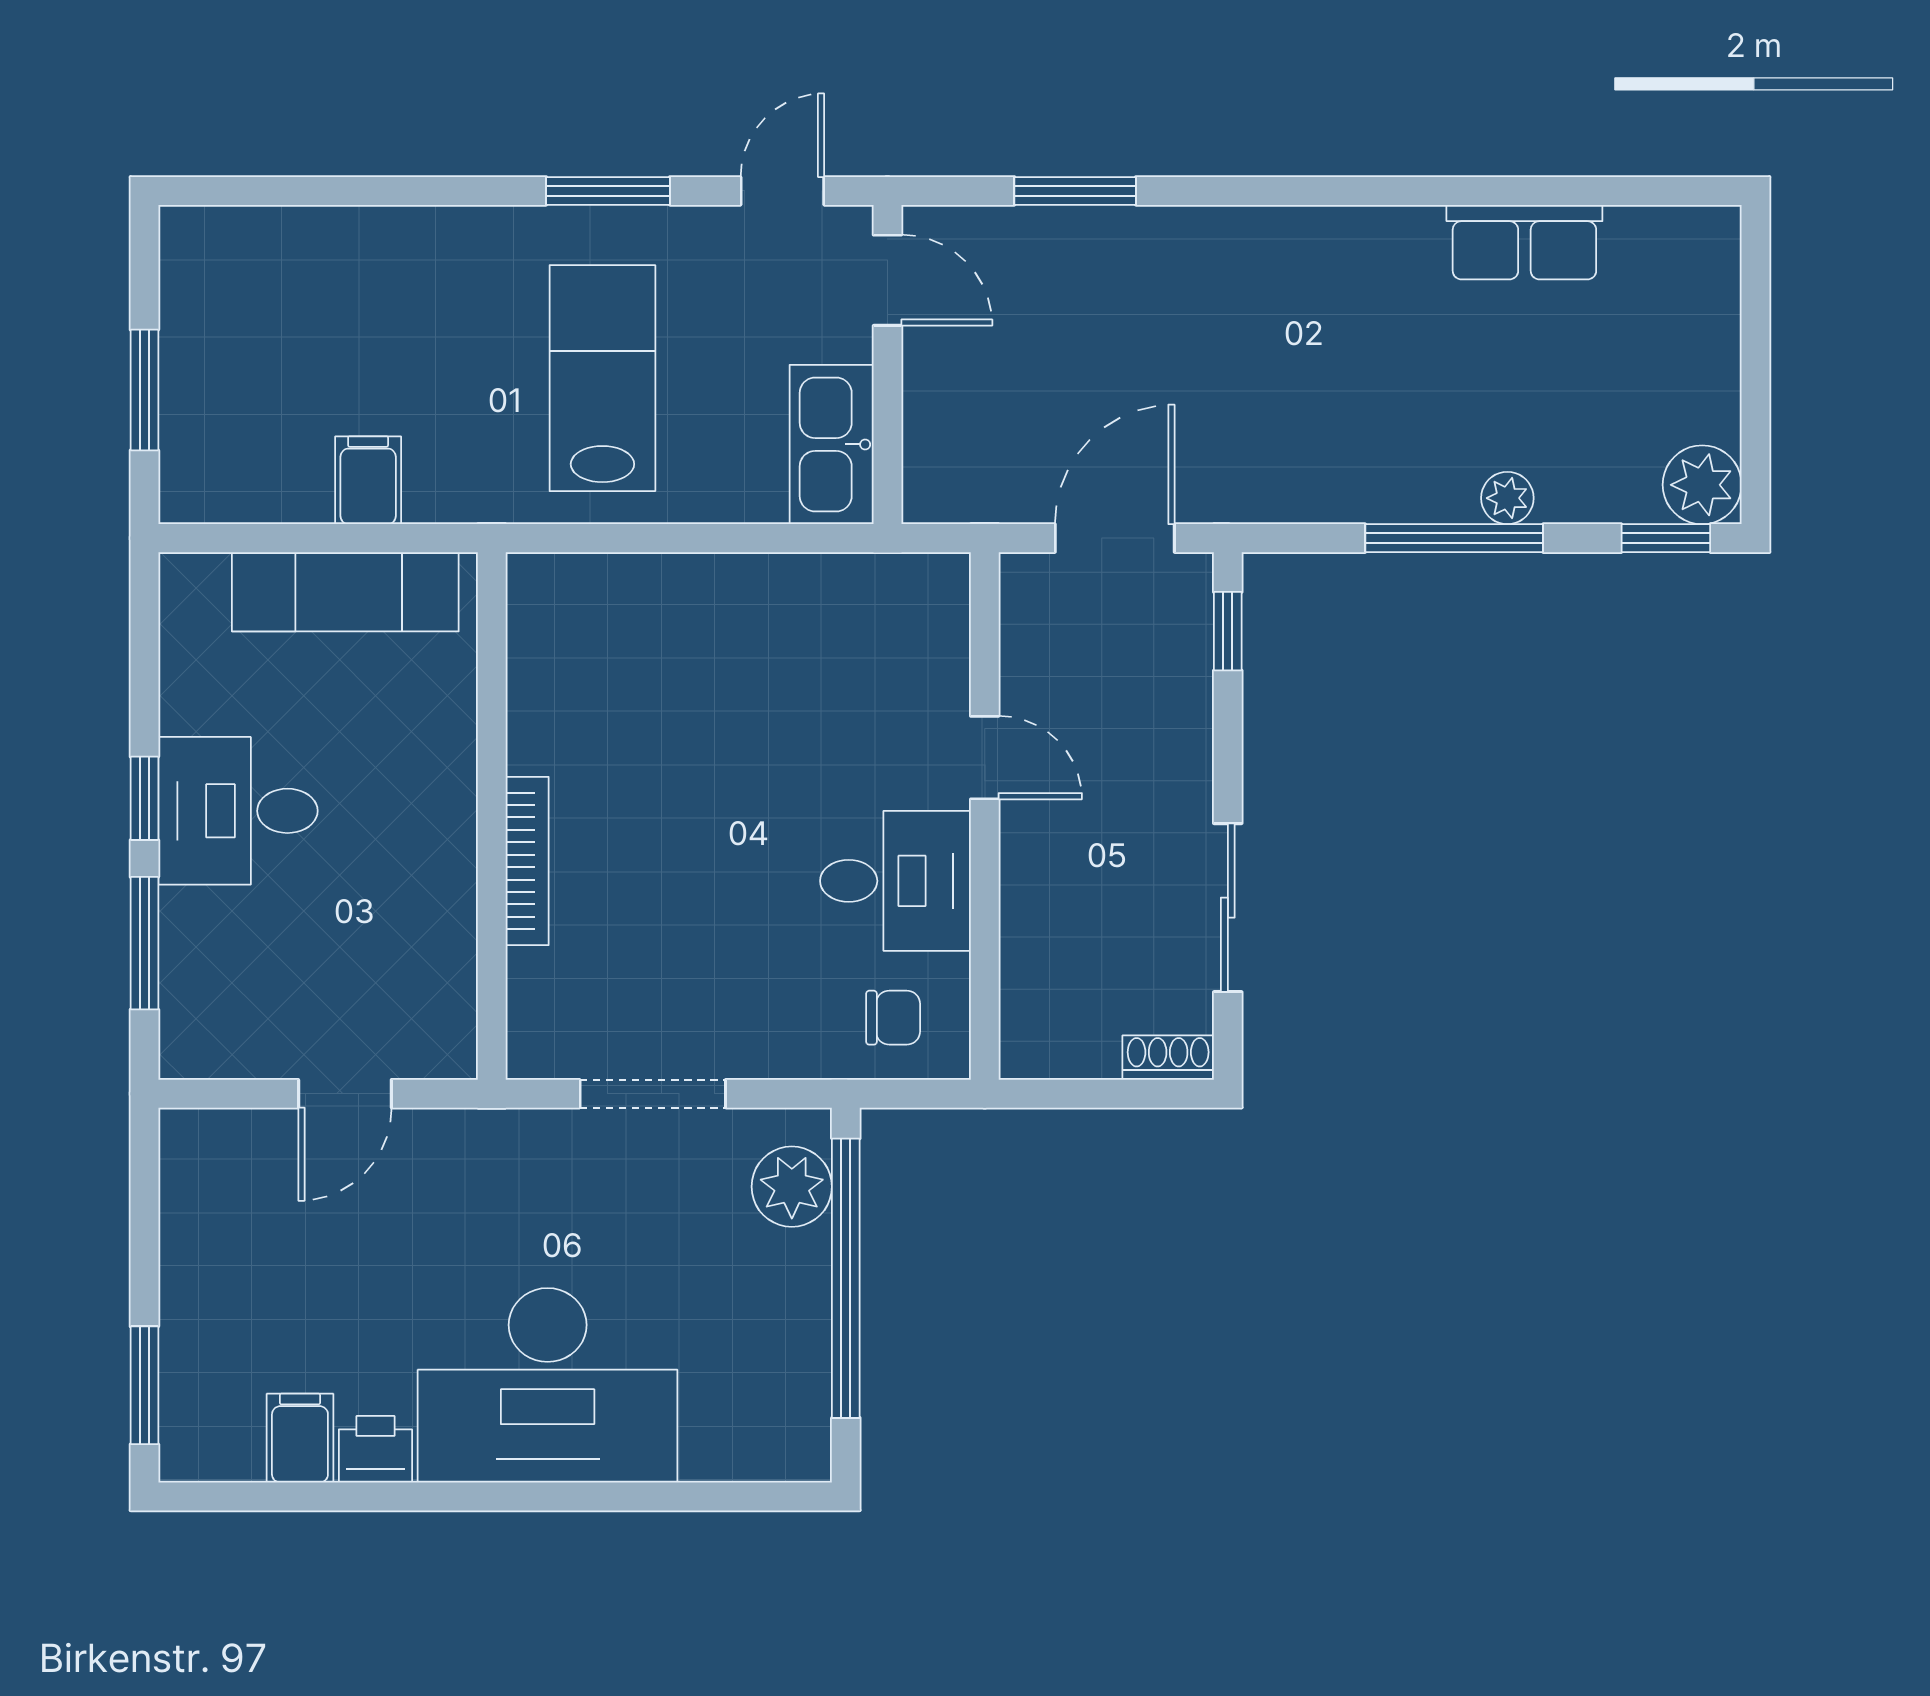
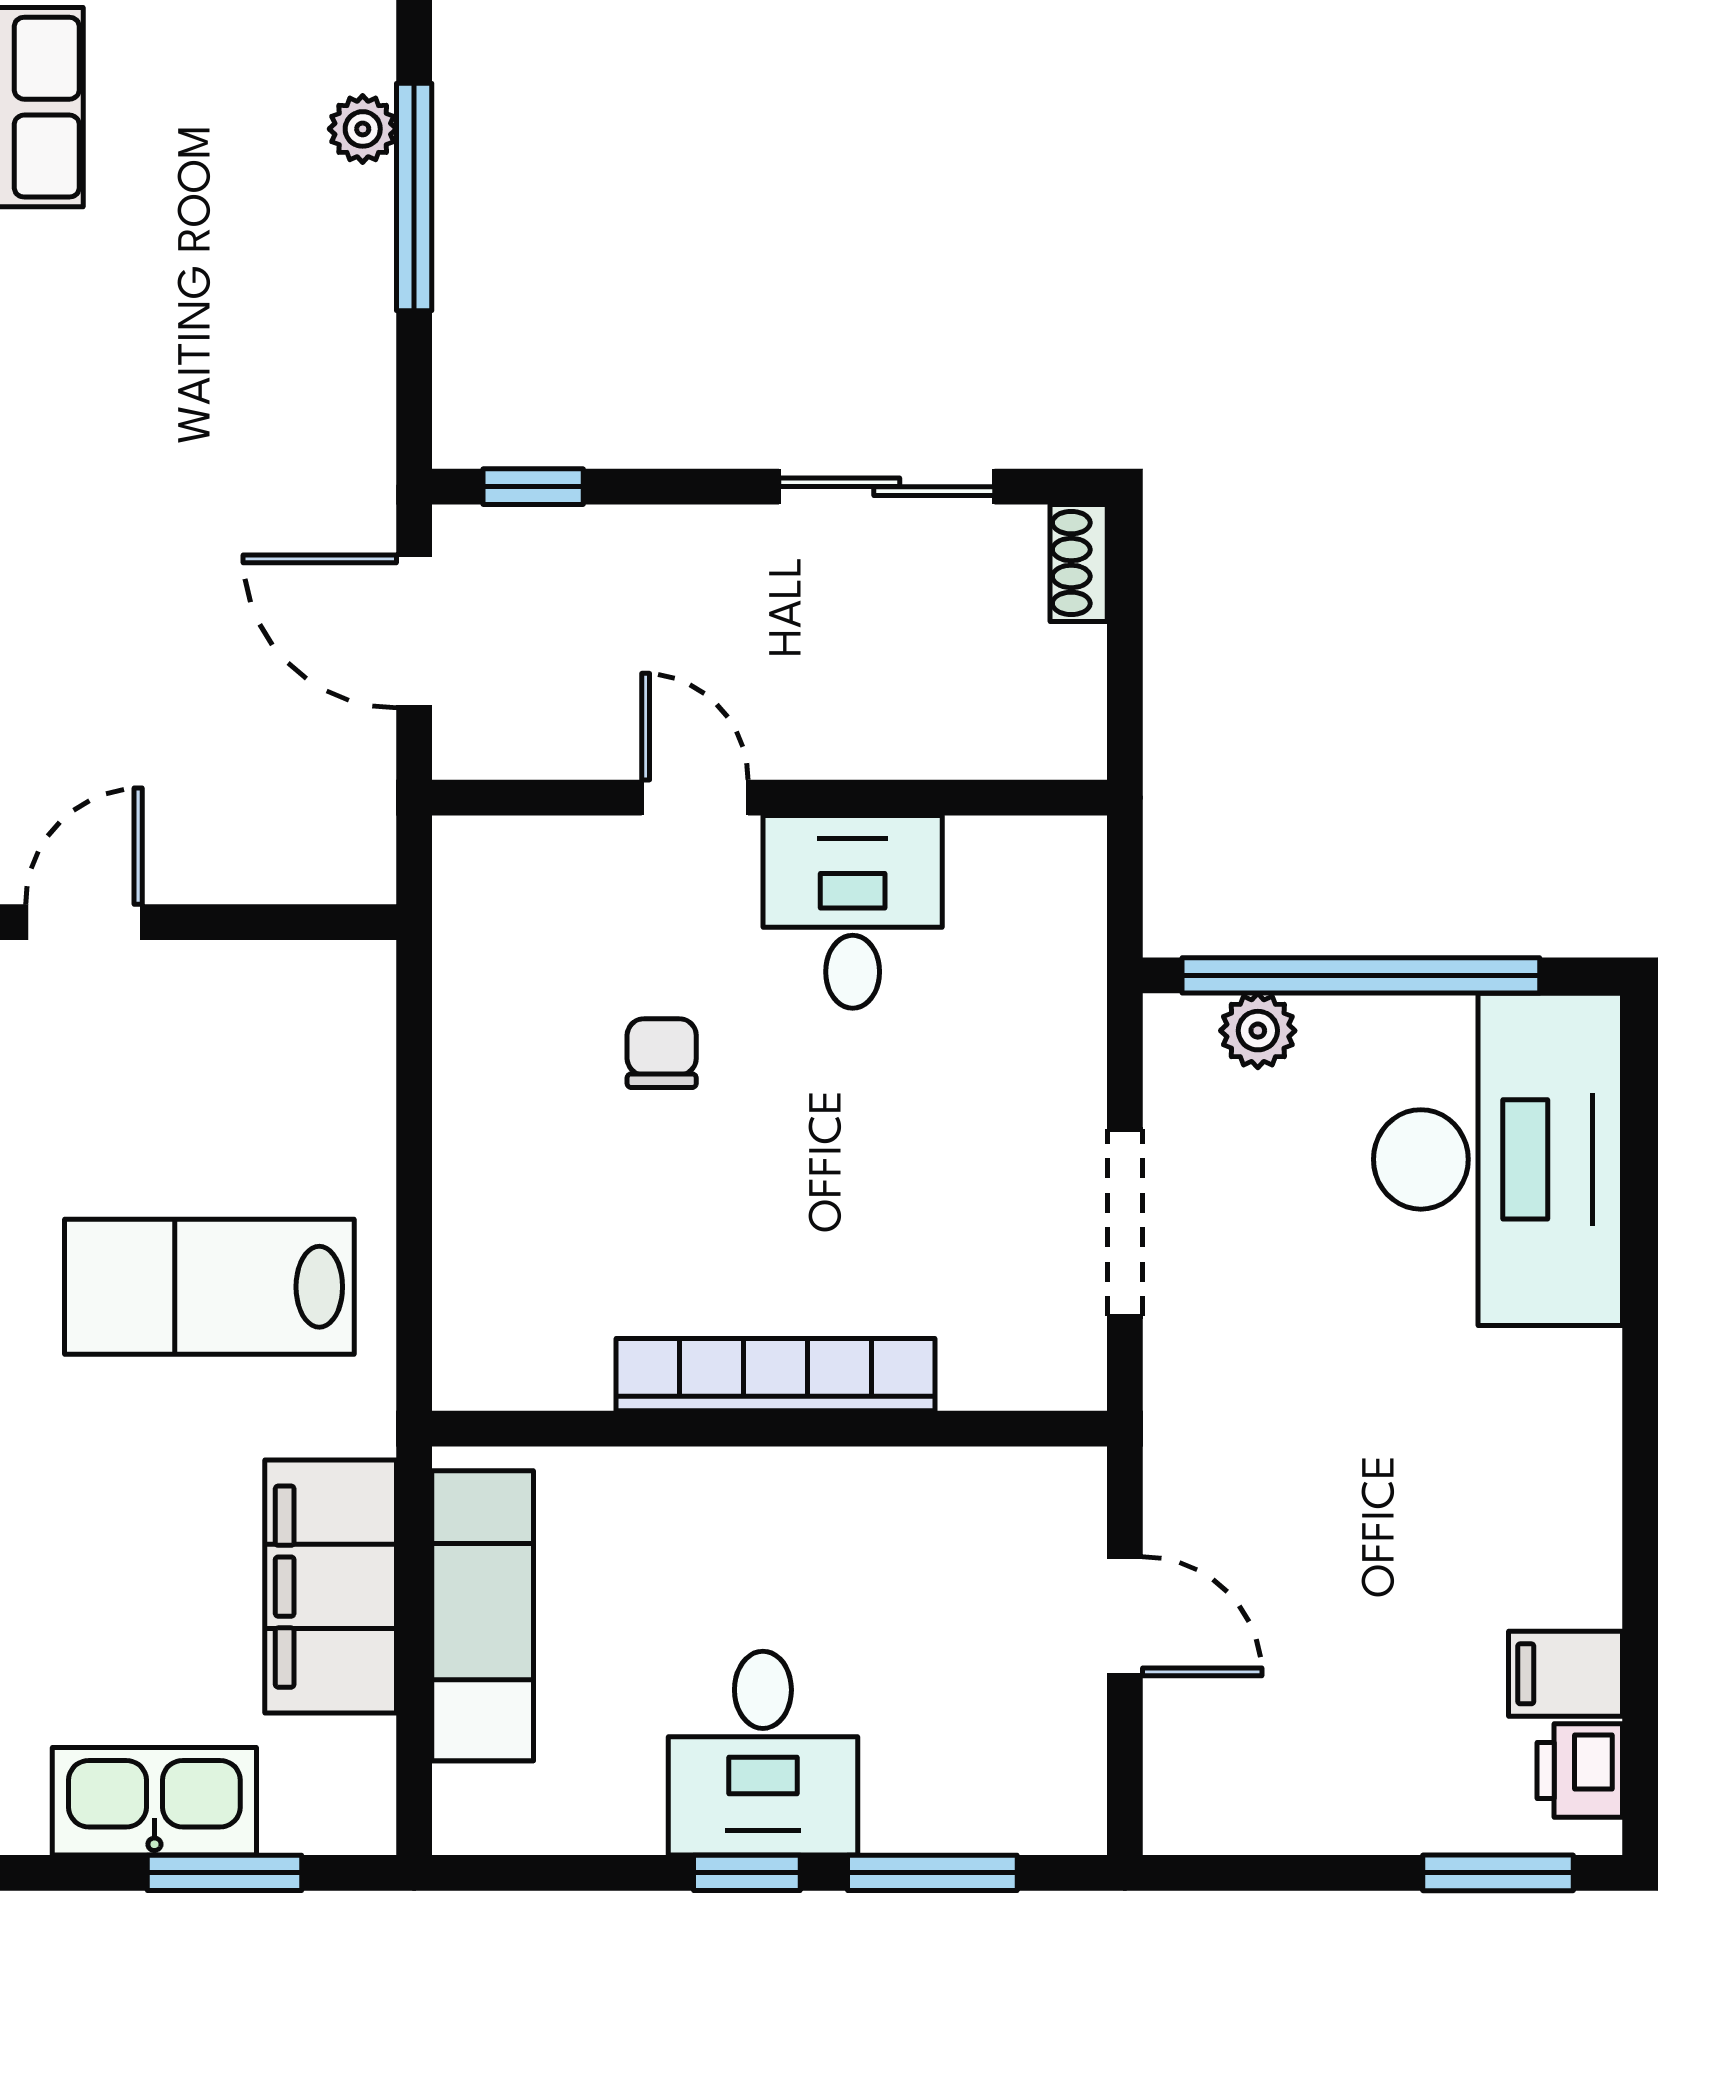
kitchen sink: (832, 444) -> (154, 1801), moved, turned 180
filing cabinet: (368, 480) -> (331, 1587), width x3.00, depth x1.17
door: (985, 758) -> (695, 798), hinge flipped
bookcase: (527, 861) -> (775, 1375), width x1.48, depth x1.31
chair: (893, 1018) -> (662, 1053), moved
plant: (792, 1187) -> (1258, 1031), width x0.73, depth x0.73
desk: (548, 1385) -> (1498, 1159), moved
printer: (375, 1449) -> (1580, 1770), moved

